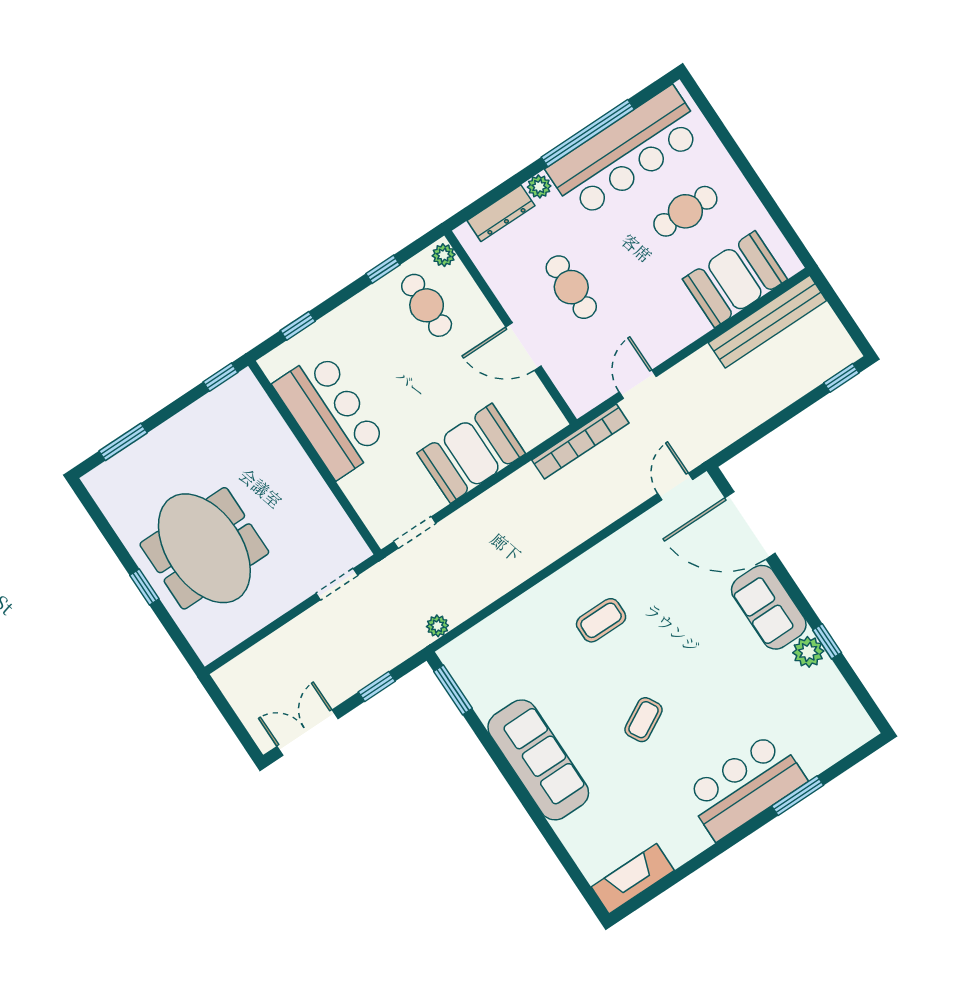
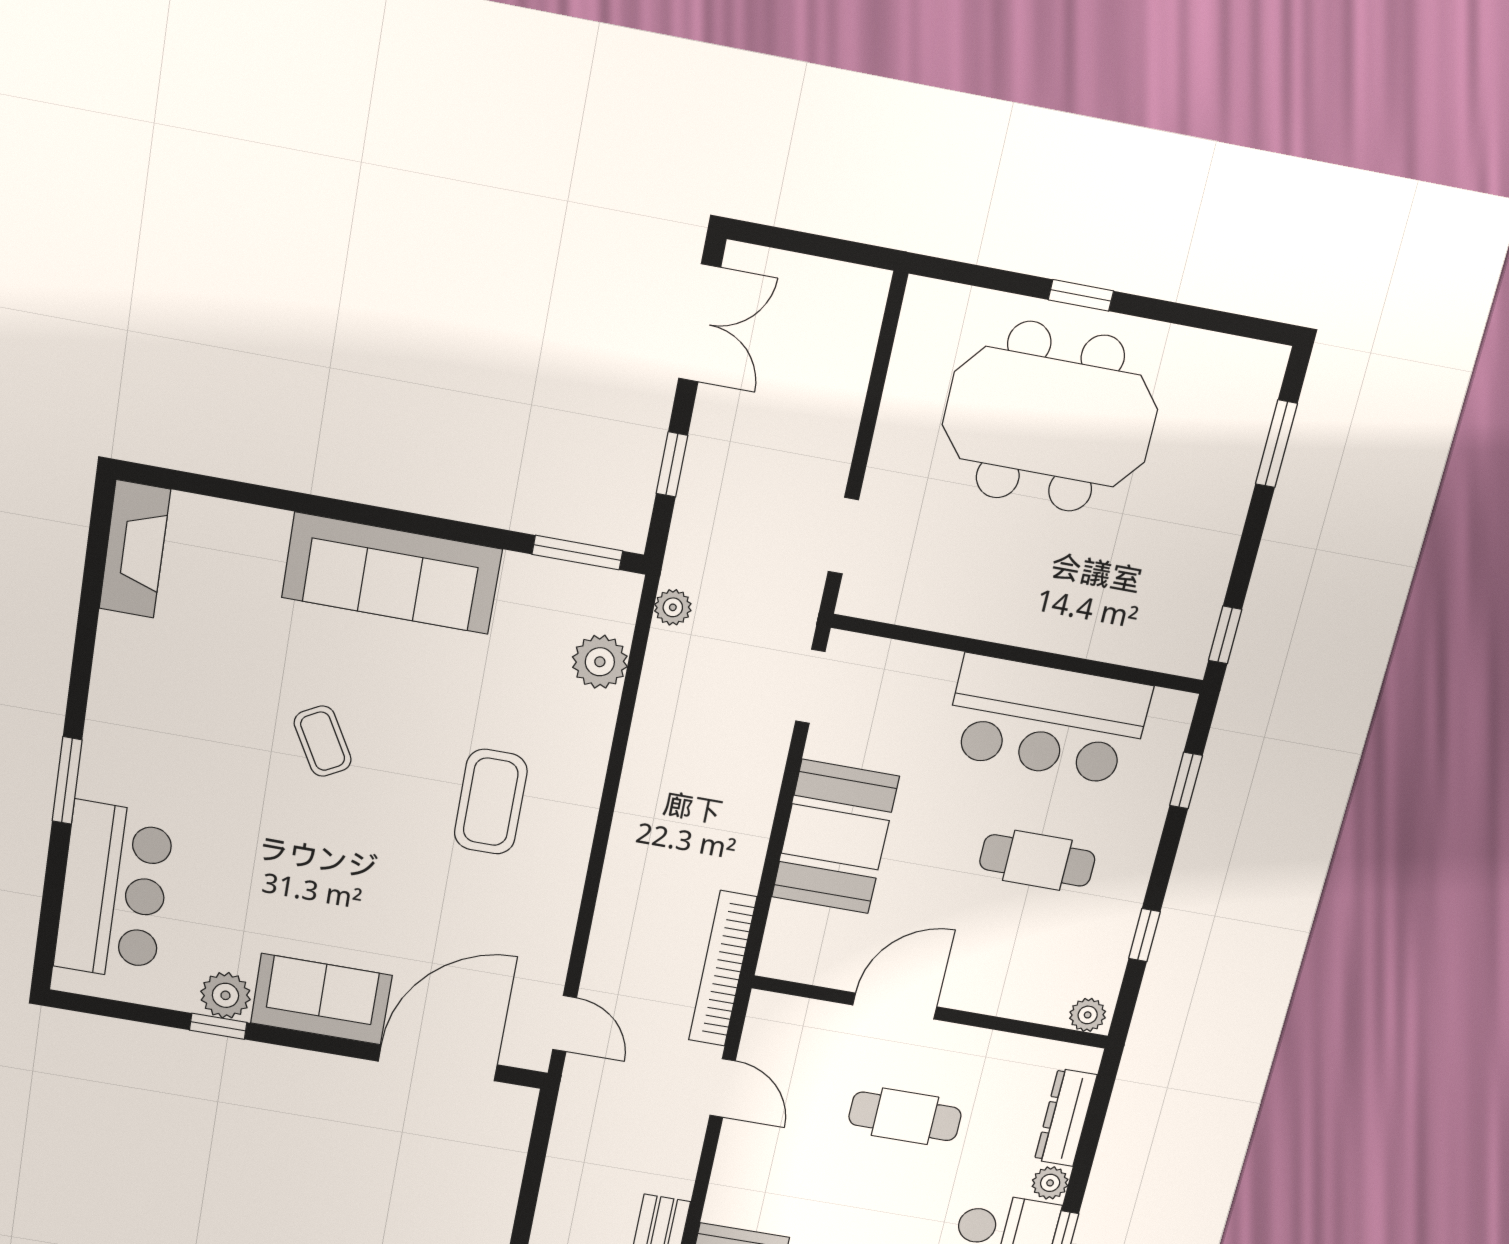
cafe table: (427, 305) -> (1037, 860), moved
coffee table: (601, 620) -> (491, 802), width x1.36, depth x1.30
plant: (492, 634) -> (600, 662), added
bar counter: (745, 786) -> (114, 892), moved
window: (798, 796) -> (67, 781), moved

